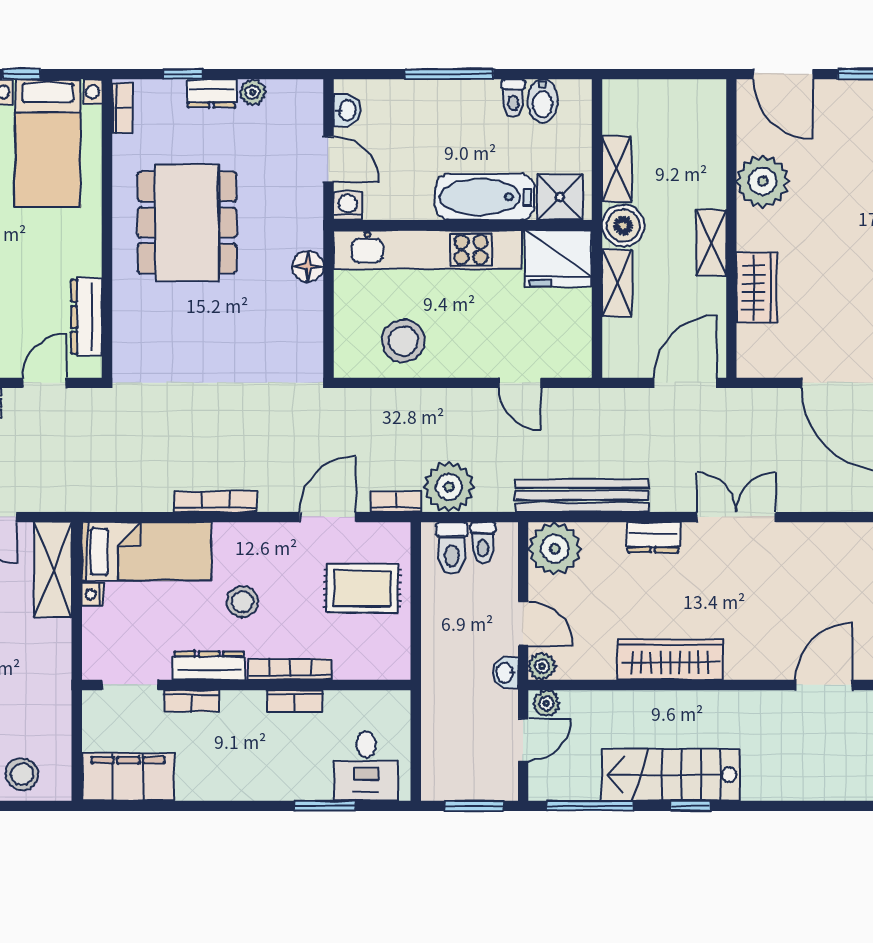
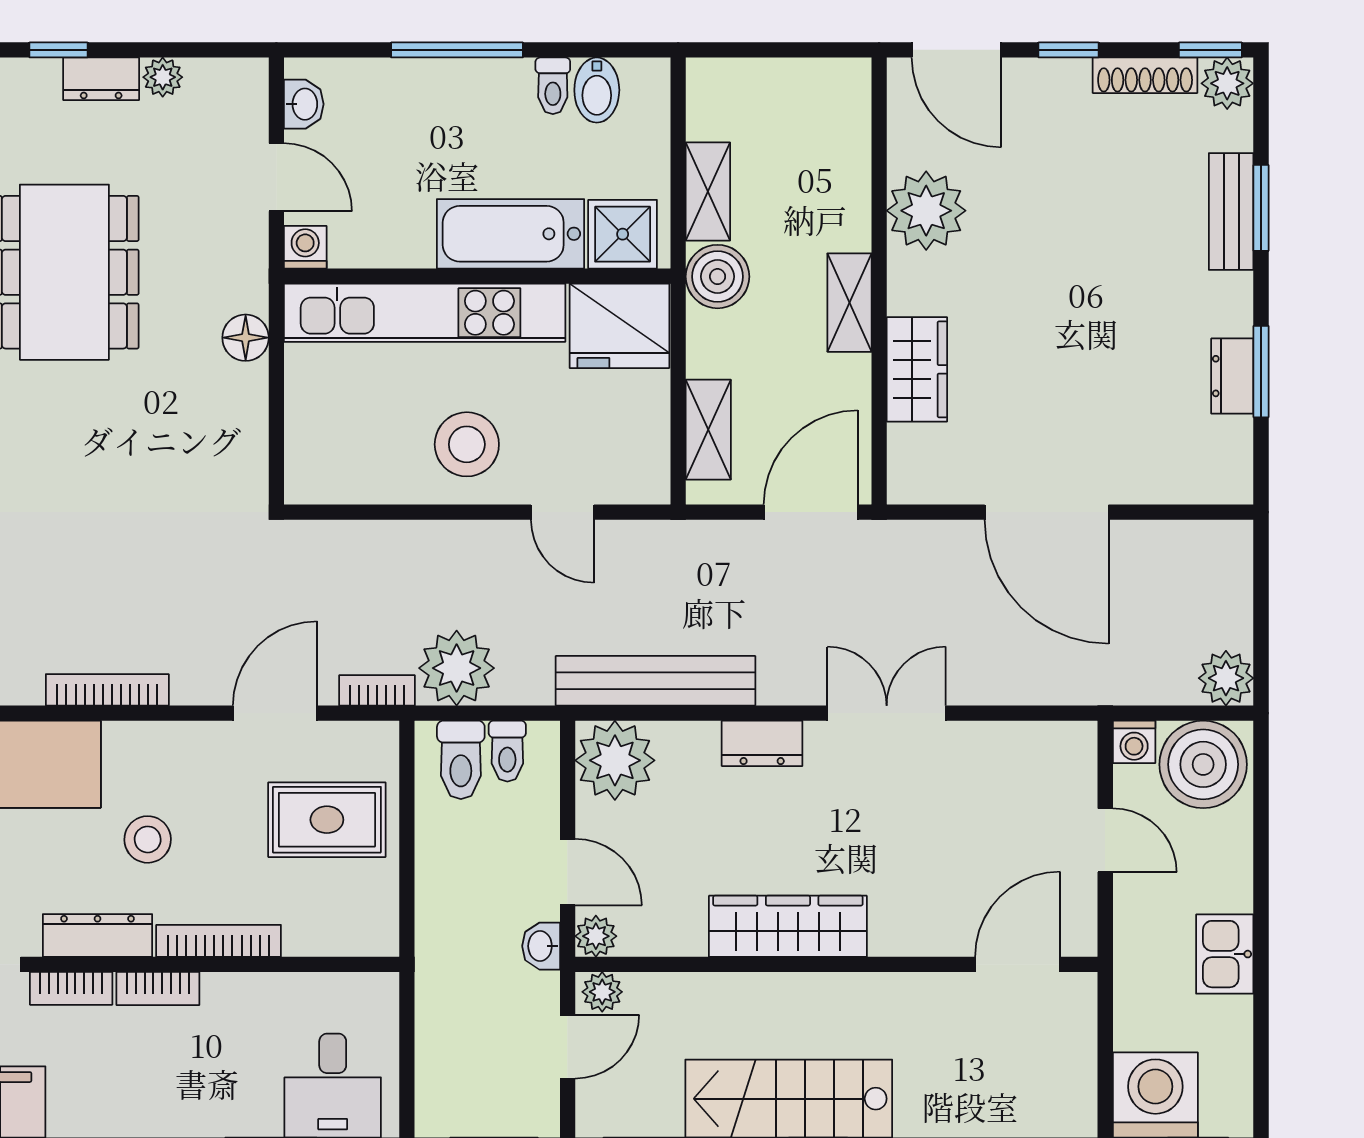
shelving: (617, 283) -> (708, 430), moved
stool: (403, 341) -> (467, 444), moved
bookcase: (295, 701) -> (158, 988), moved

